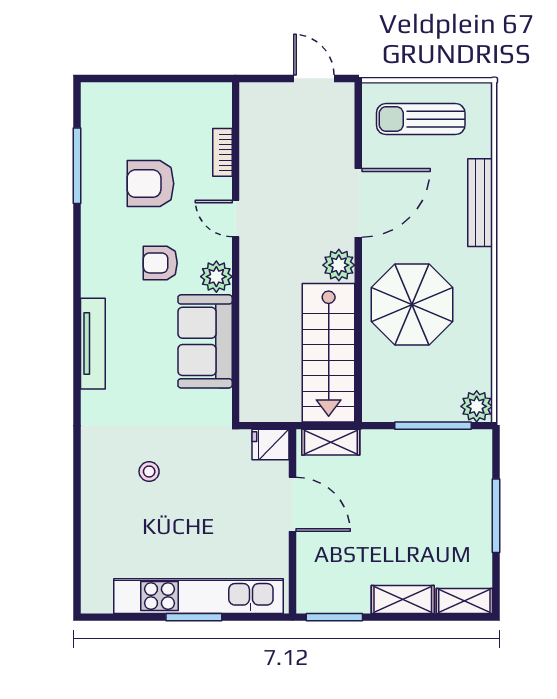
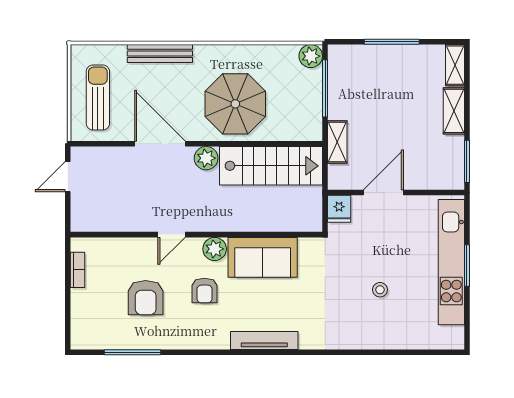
sun lounger: (421, 119) -> (98, 97), turned 180
bookcase: (222, 152) -> (78, 270), moved, turned -90
shelving: (331, 442) -> (337, 142), moved
stool: (149, 472) -> (380, 290), moved

